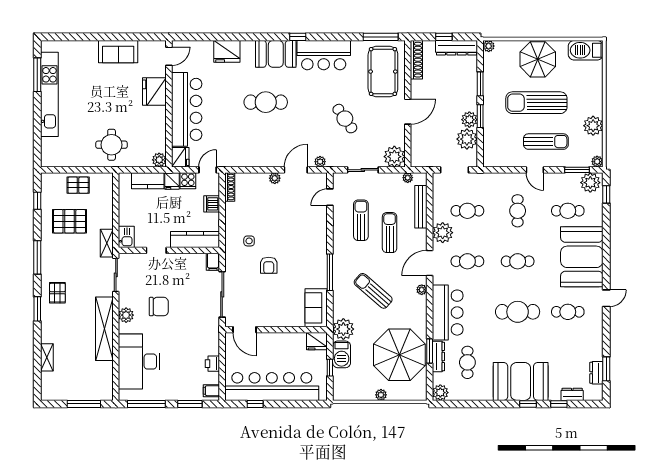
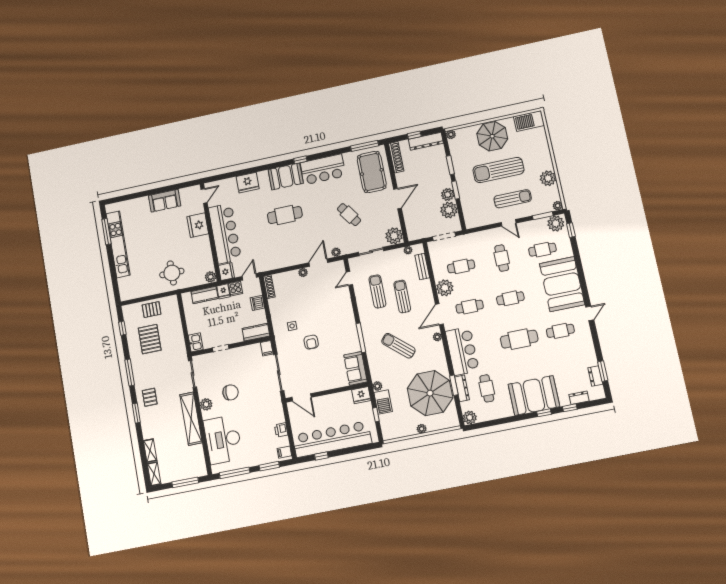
bench: (421, 207) -> (422, 266), width x0.73
pallet: (69, 221) -> (150, 339), turned 90
kitchen counter: (195, 240) -> (256, 332), width x0.67
shelving: (107, 243) -> (154, 474), moved
plant: (343, 329) -> (377, 386), width x0.53, depth x0.53

